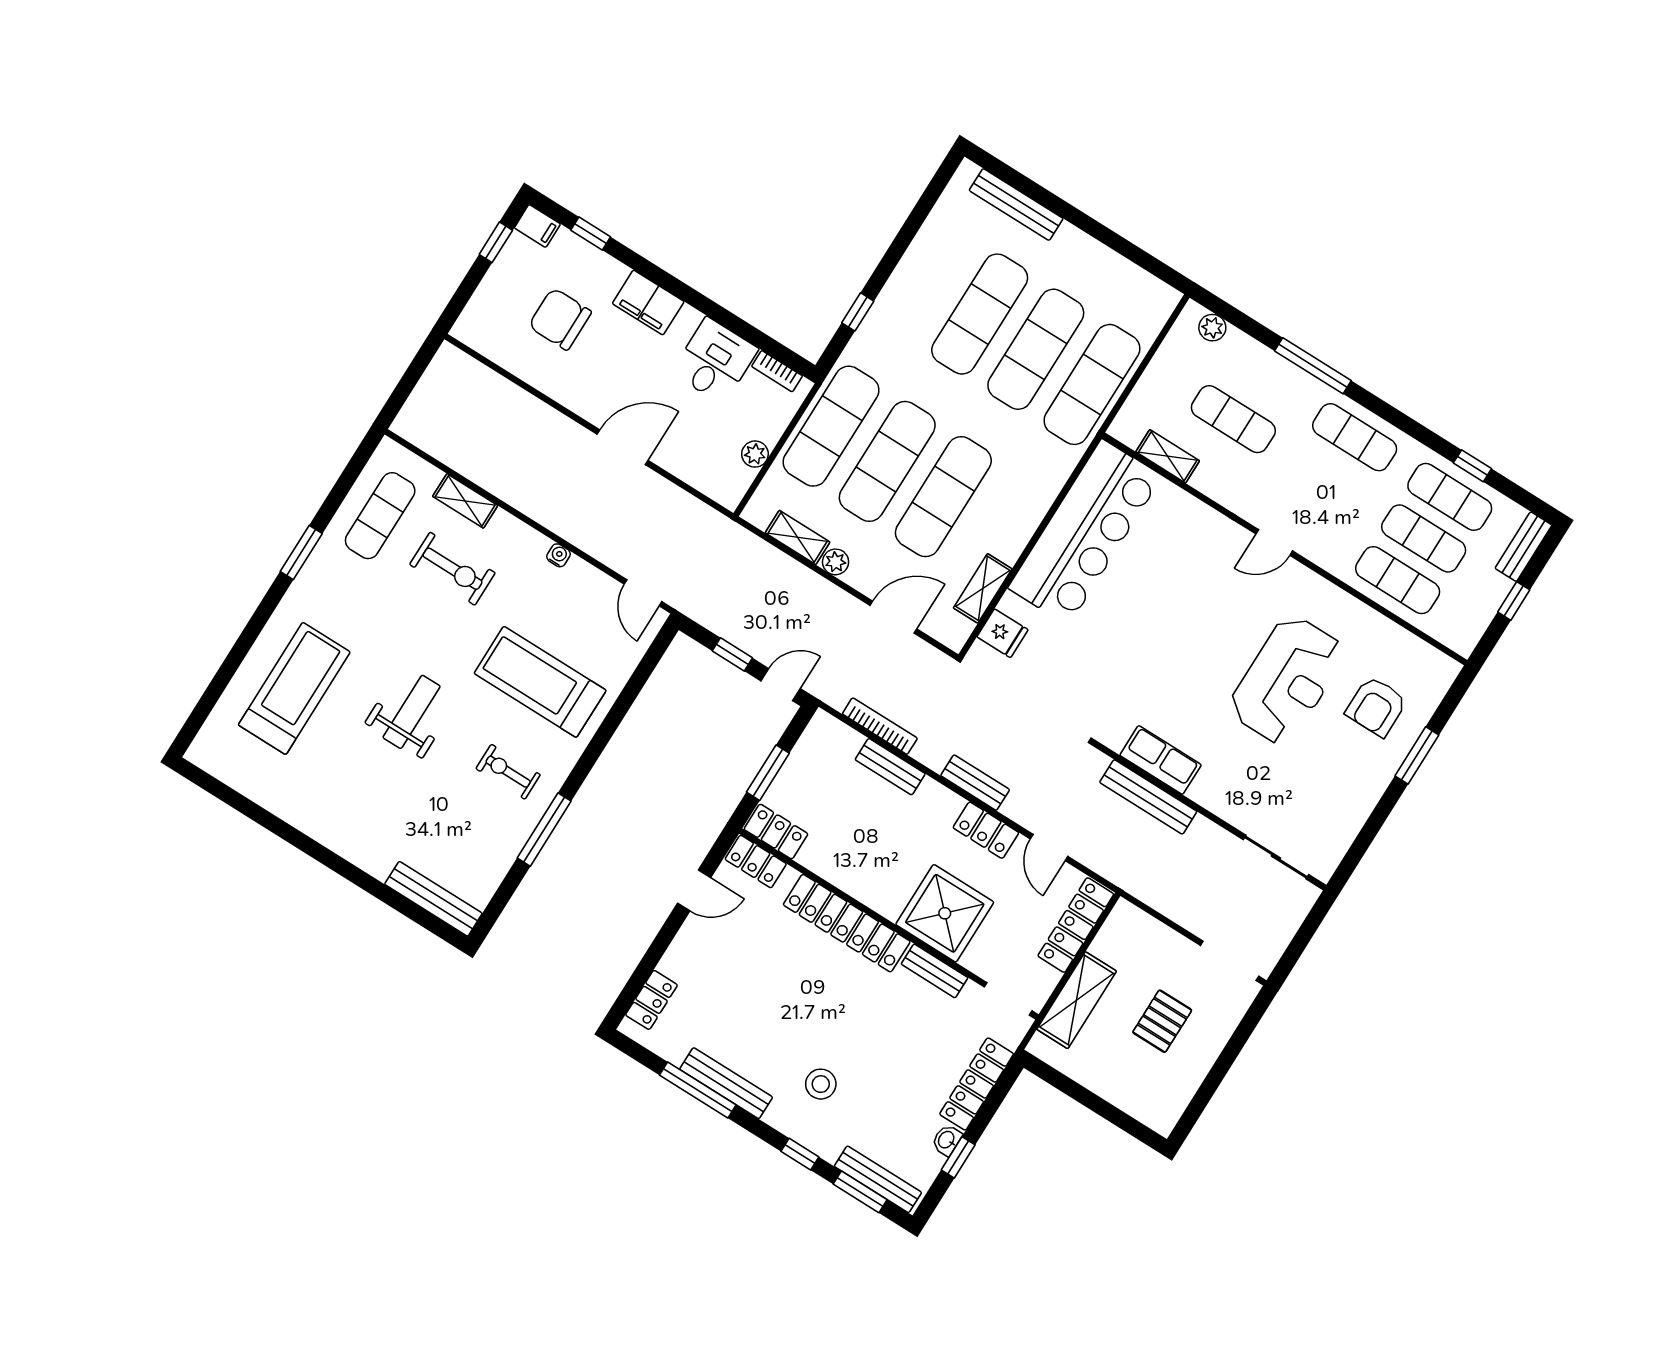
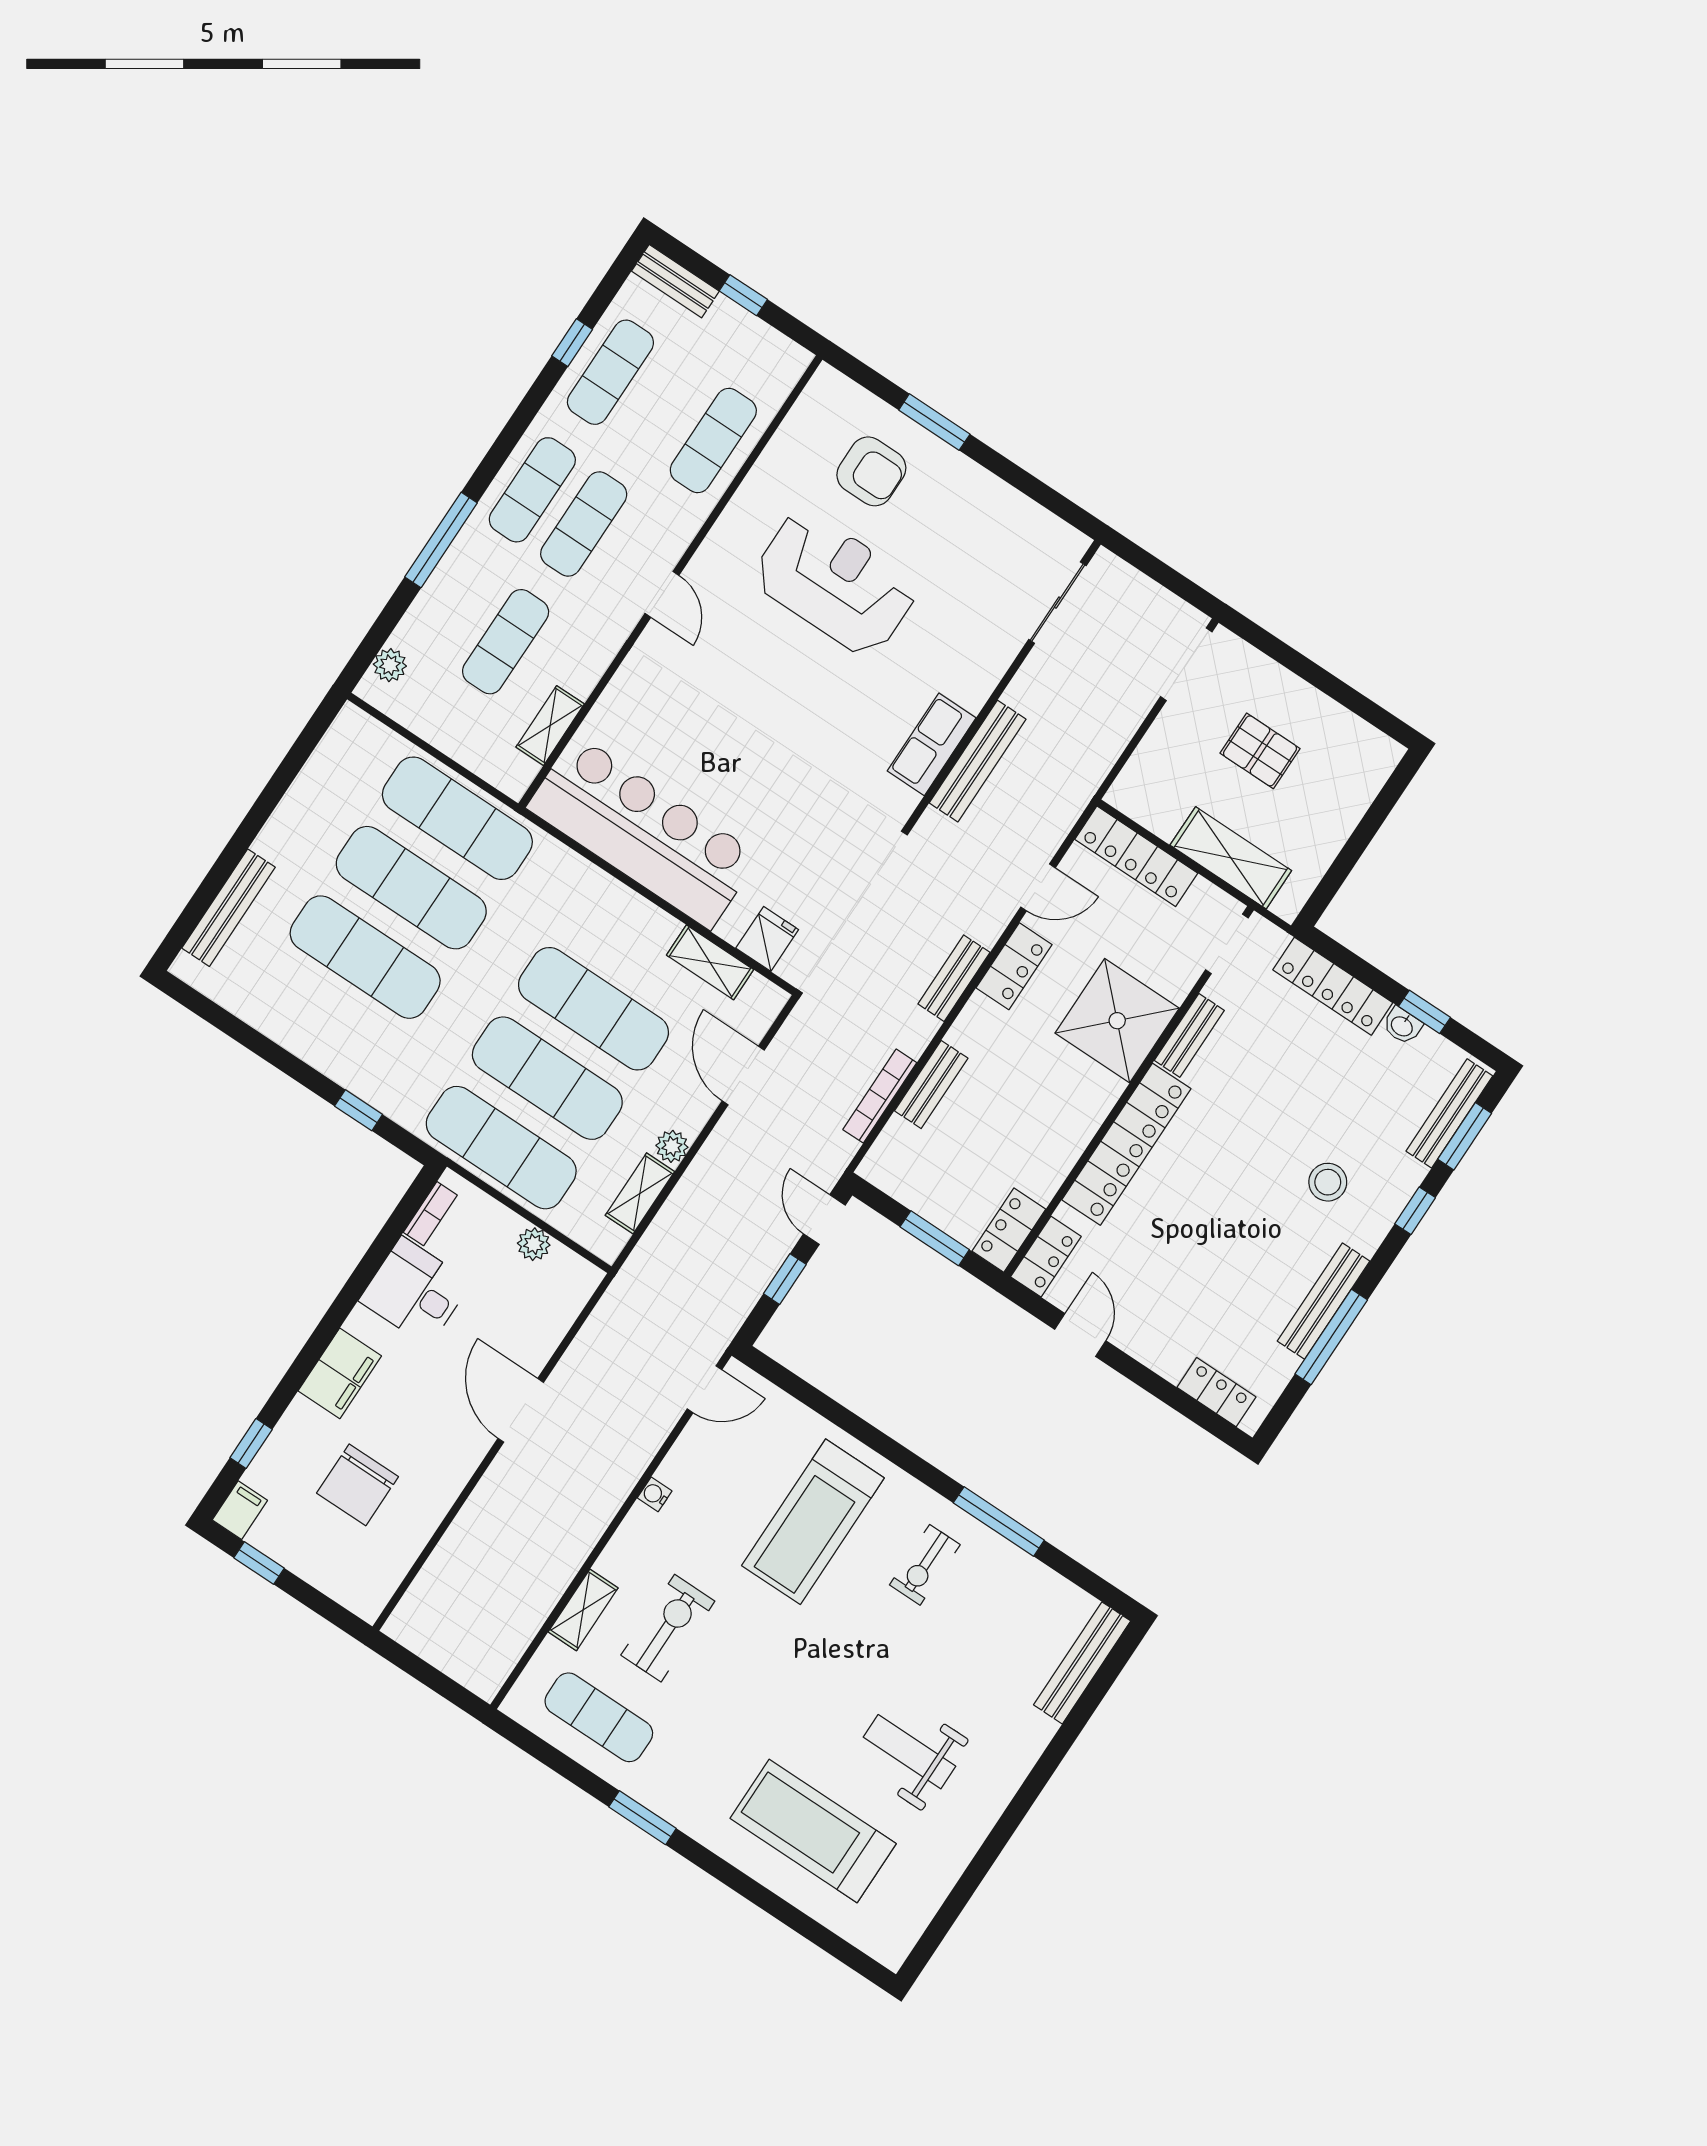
exercise mat: (1424, 538) -> (584, 524), moved
weight bench: (412, 712) -> (910, 1752), moved

